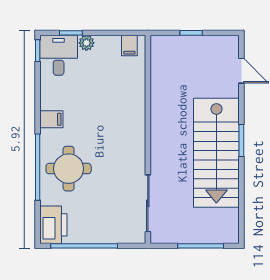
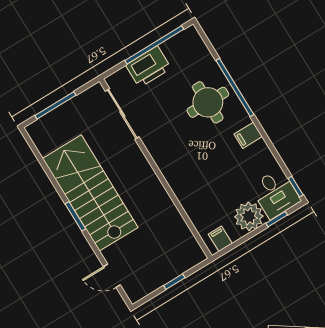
plant: (86, 43) -> (249, 216), width x1.88, depth x1.88
printer: (53, 225) -> (149, 67), moved, turned -90

